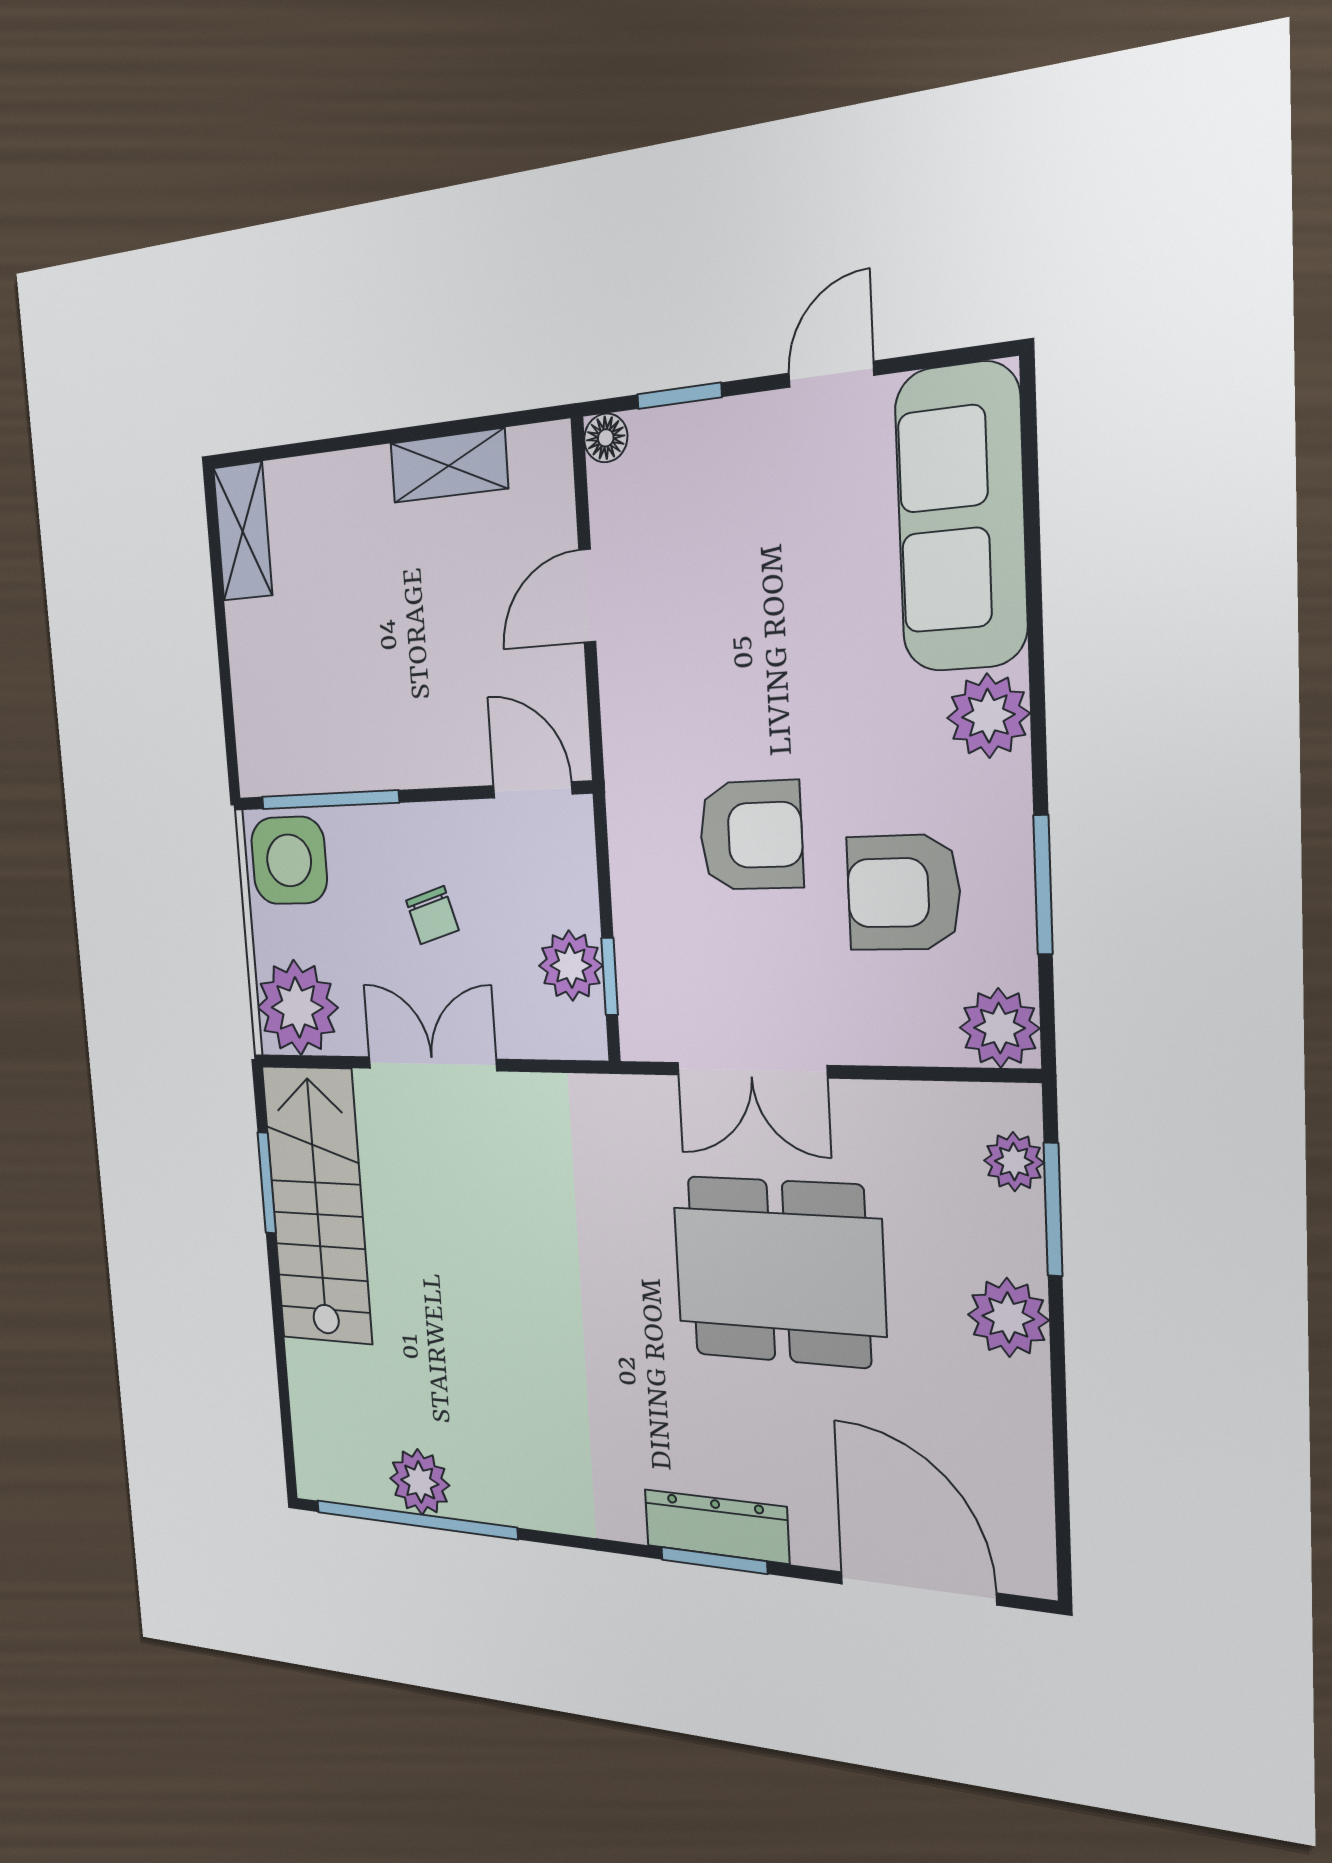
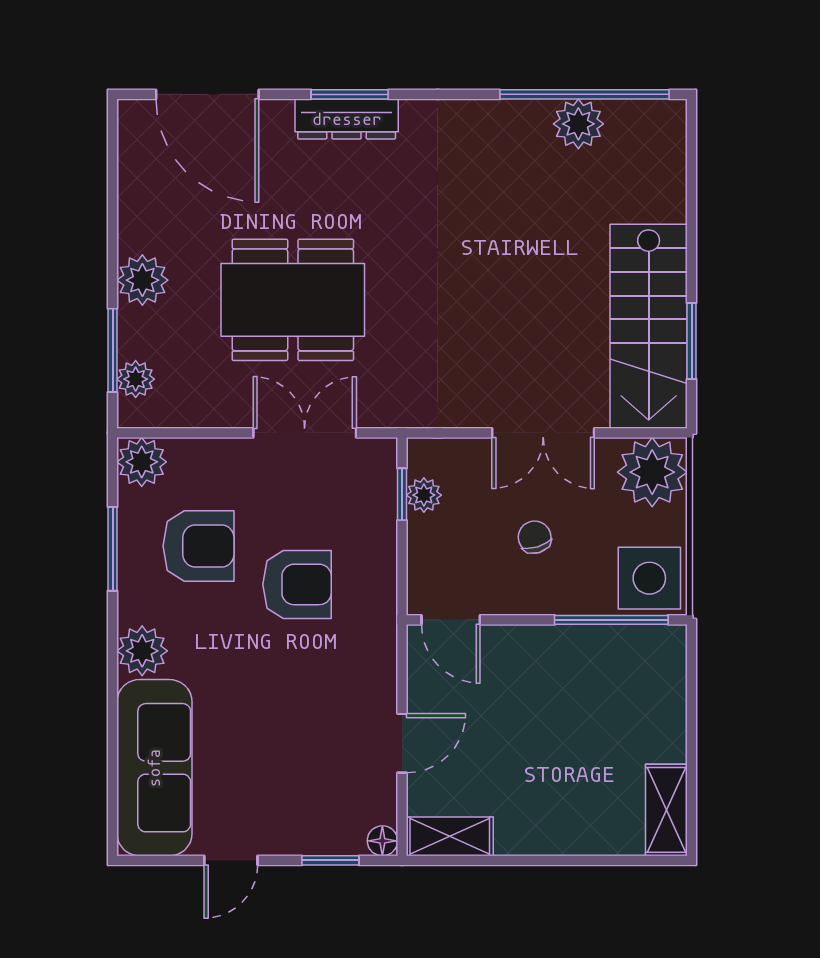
shelving: (449, 466) -> (450, 836), moved
armchair: (751, 835) -> (297, 584), turned 180
plant: (571, 966) -> (424, 495), width x0.73, depth x0.73

